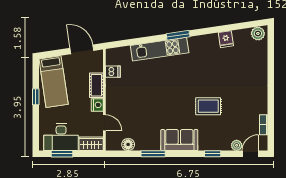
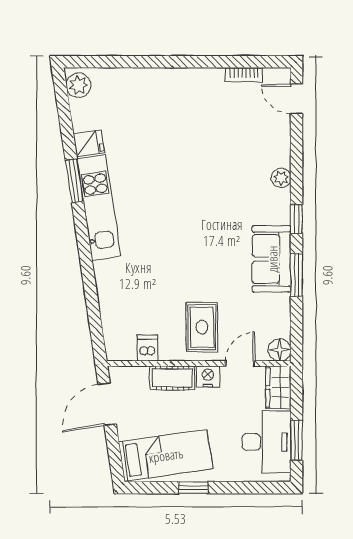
window: (178, 35) -> (74, 181), moved
kitchen unit: (160, 49) -> (99, 207), moved
rug: (208, 106) -> (202, 327), moved
sofa: (179, 140) -> (272, 259), moved
floor lamp: (128, 144) -> (279, 350), moved
plant: (237, 145) -> (281, 178), moved
window: (213, 154) -> (296, 219), moved

